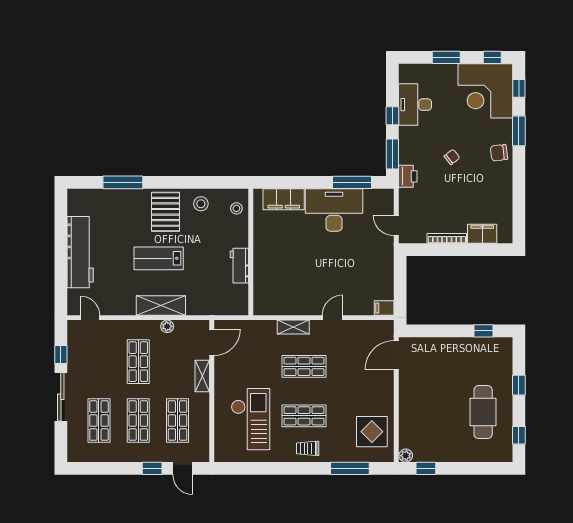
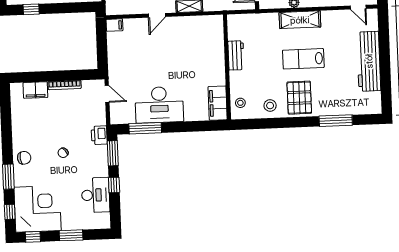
filing cabinet: (284, 199) -> (218, 103), moved, turned -90
lab bench: (159, 258) -> (303, 59), turned 180

